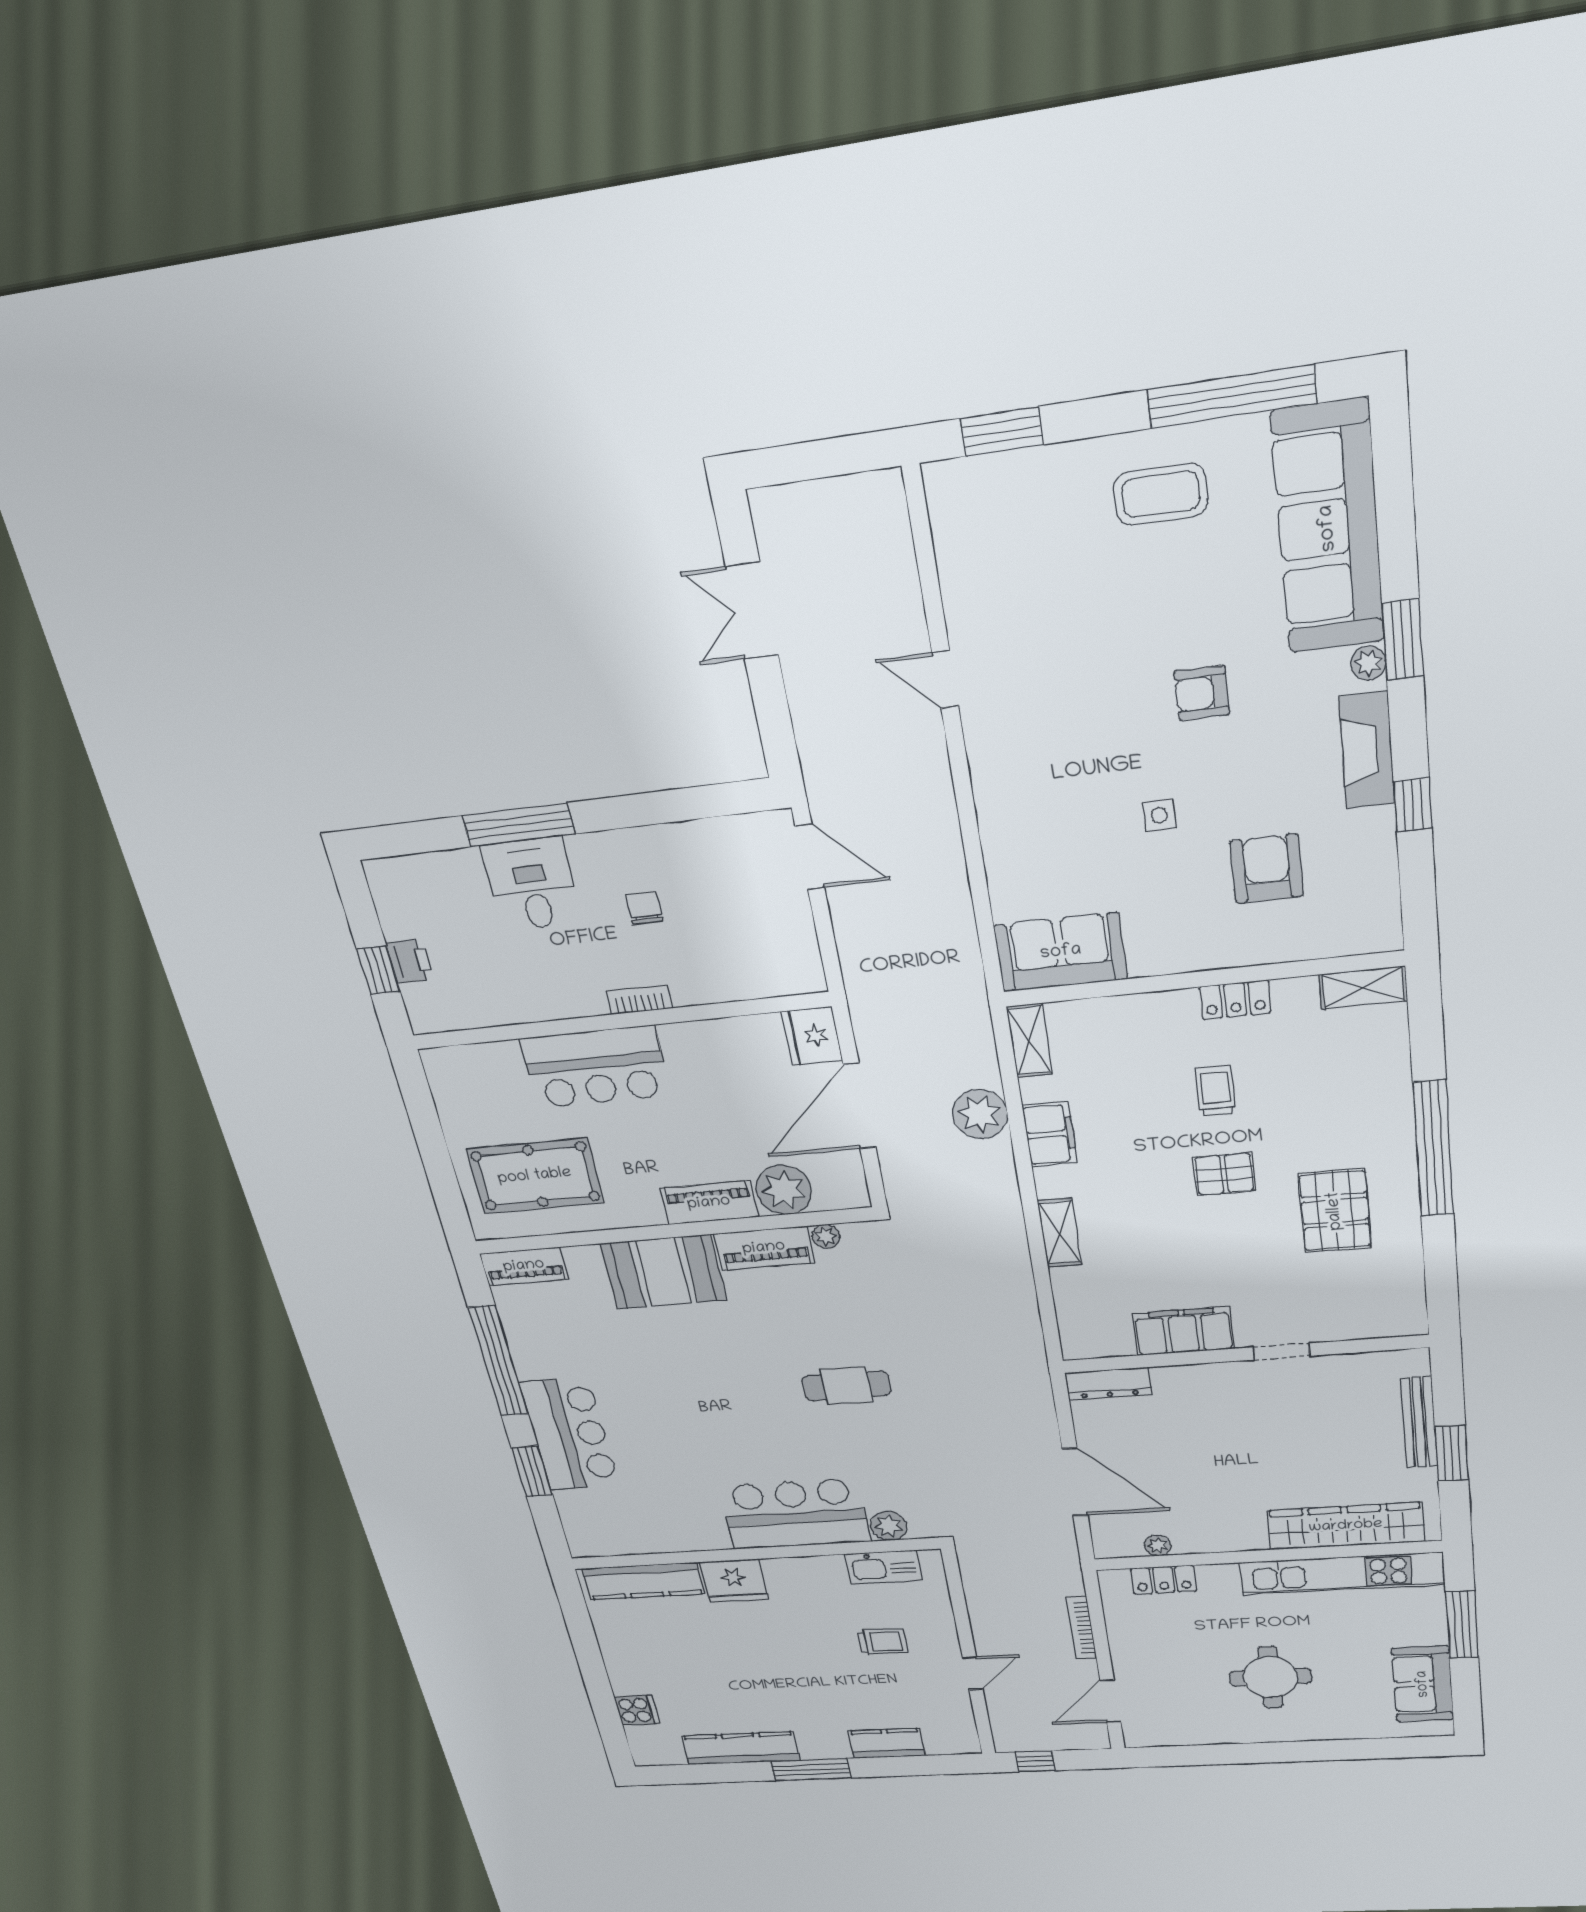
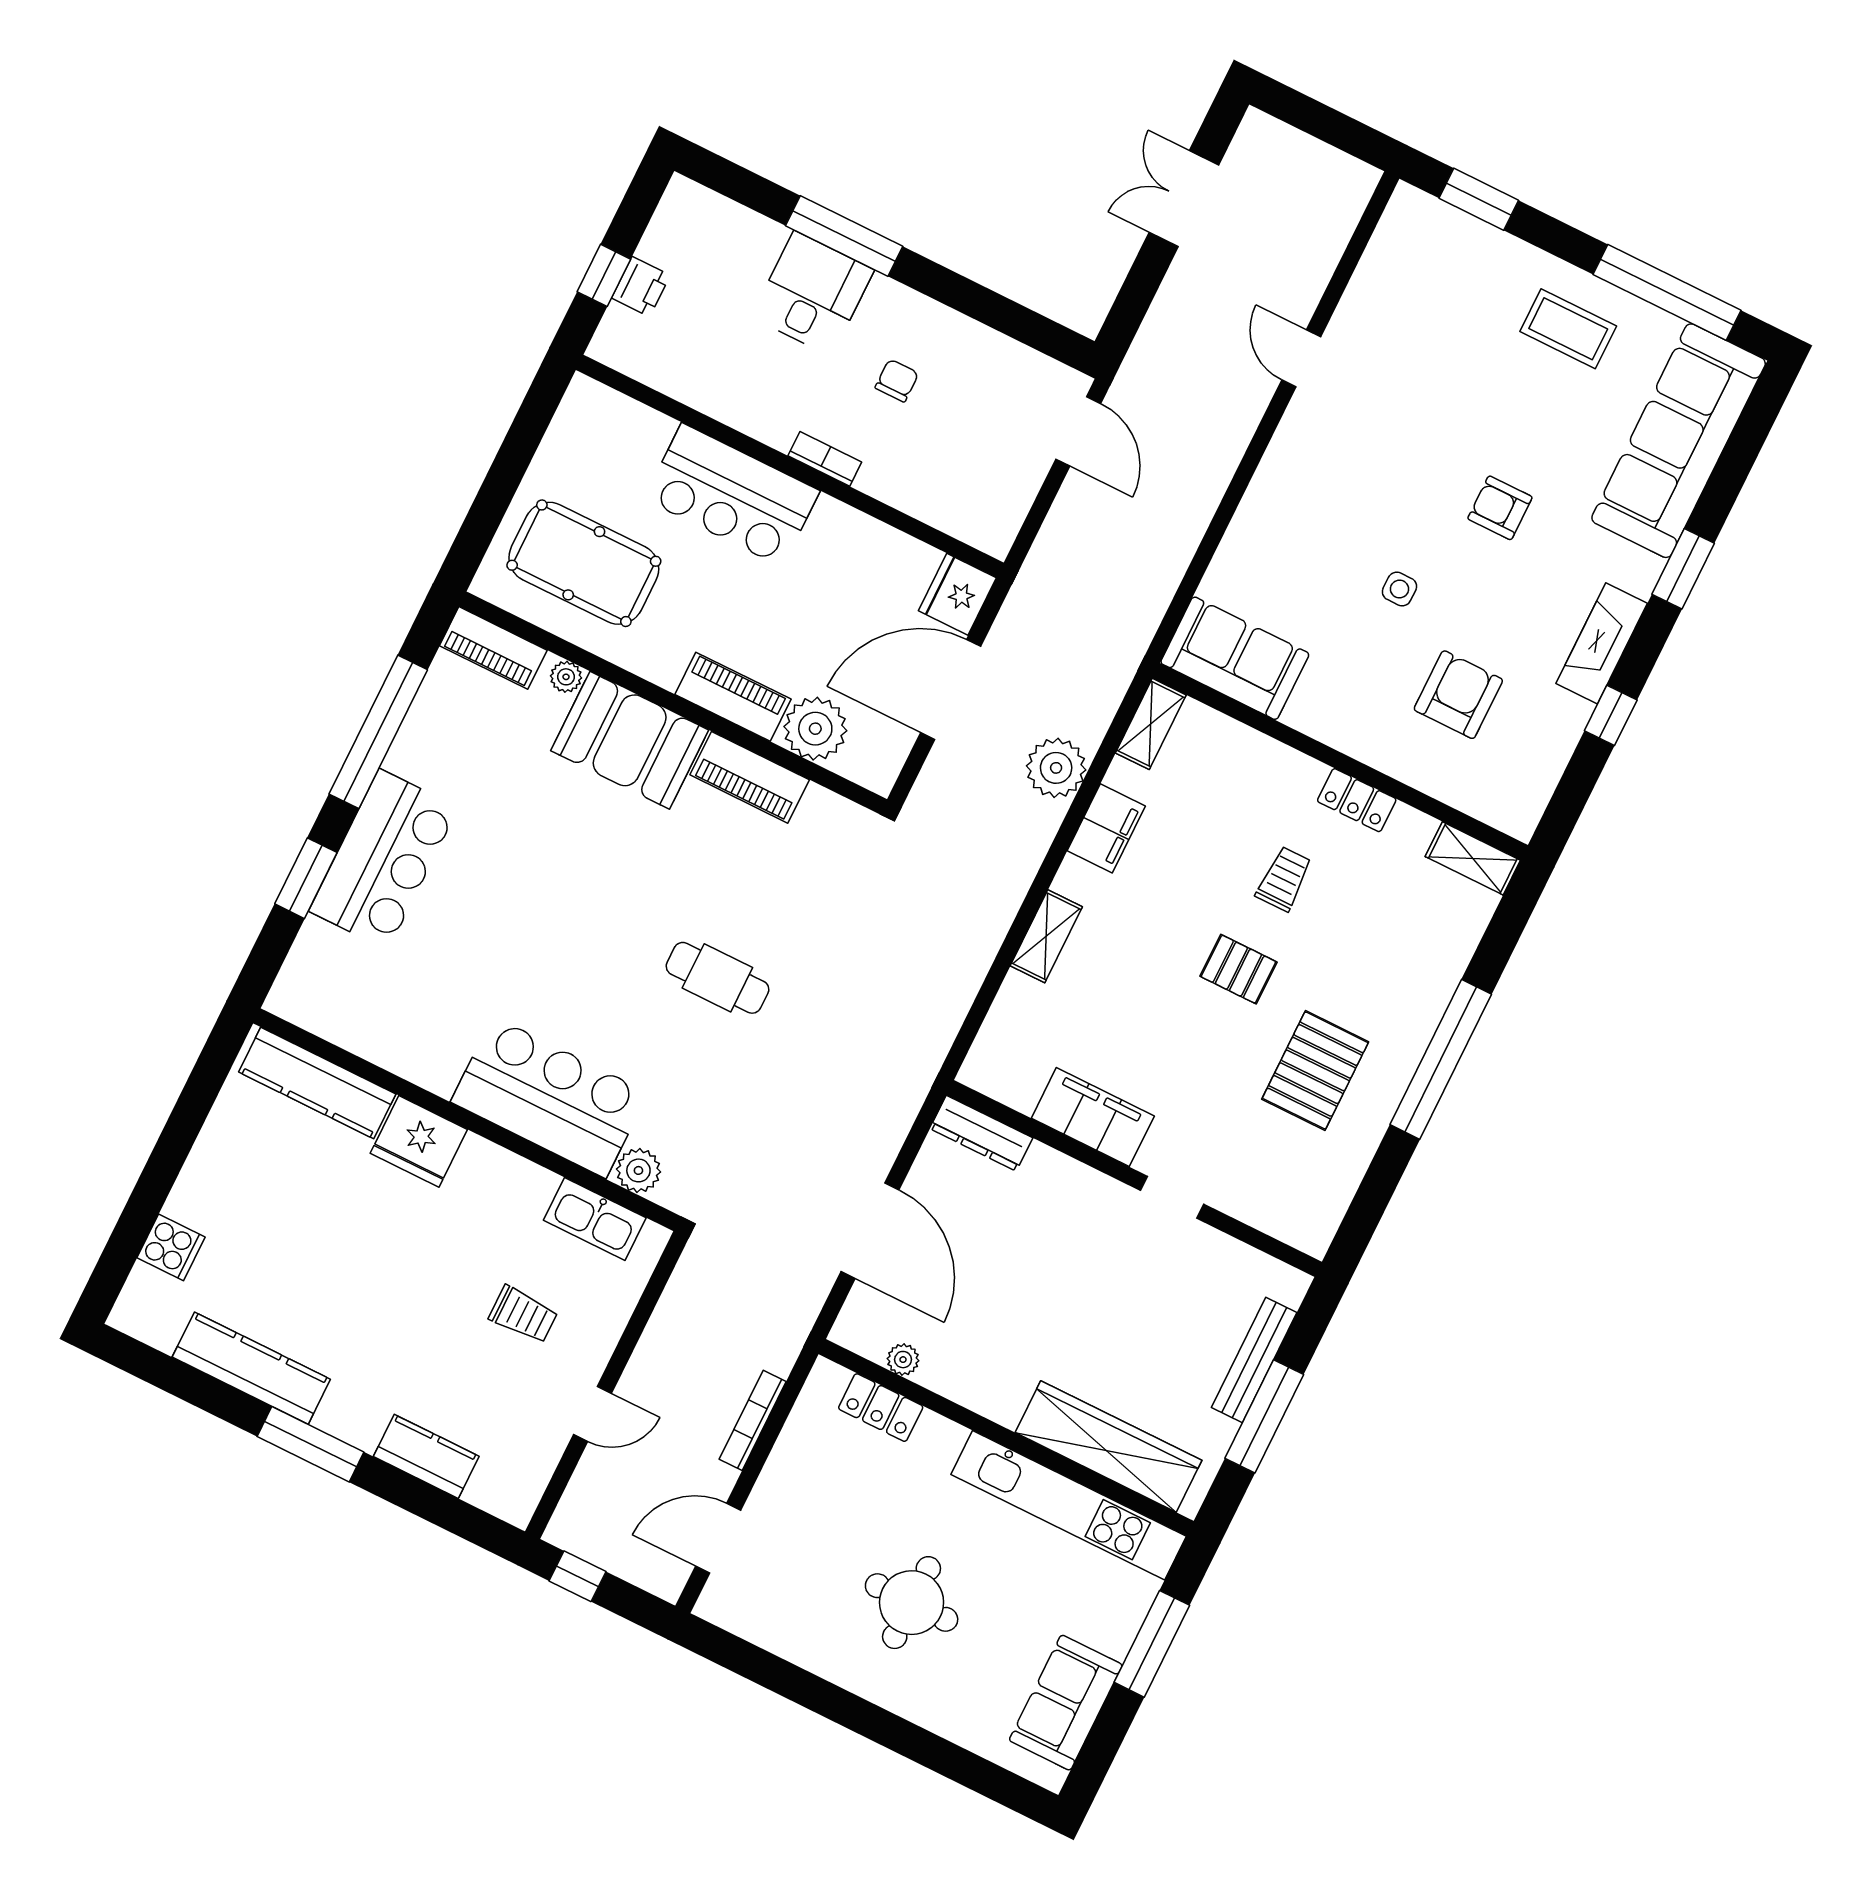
plant: (1368, 663) -> (1646, 570), removed
plant: (826, 1236) -> (566, 677), moved
window: (1452, 1453) -> (1264, 1416), width x1.44

